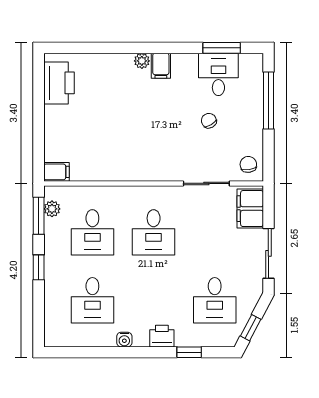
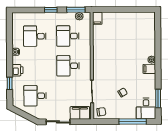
desk: (218, 74) -> (146, 108), moved, turned 90
printer: (59, 83) -> (141, 19), removed
window: (251, 328) -> (22, 113), removed

